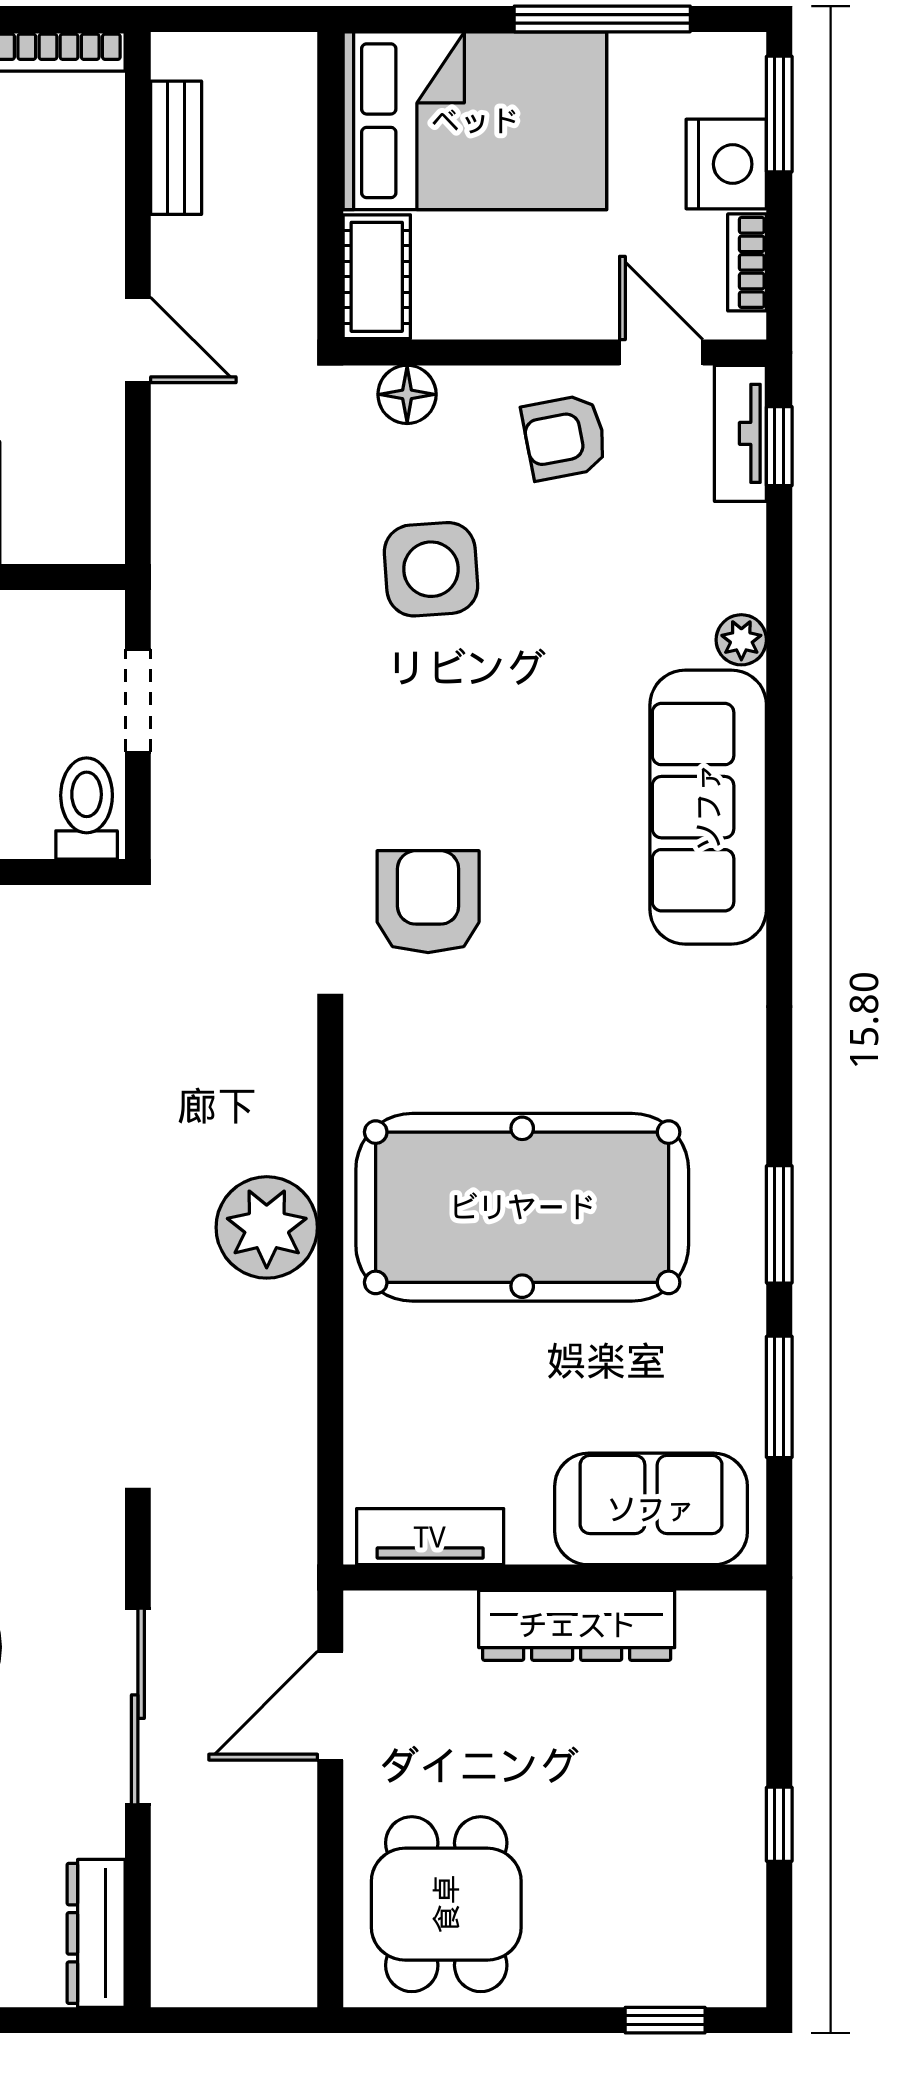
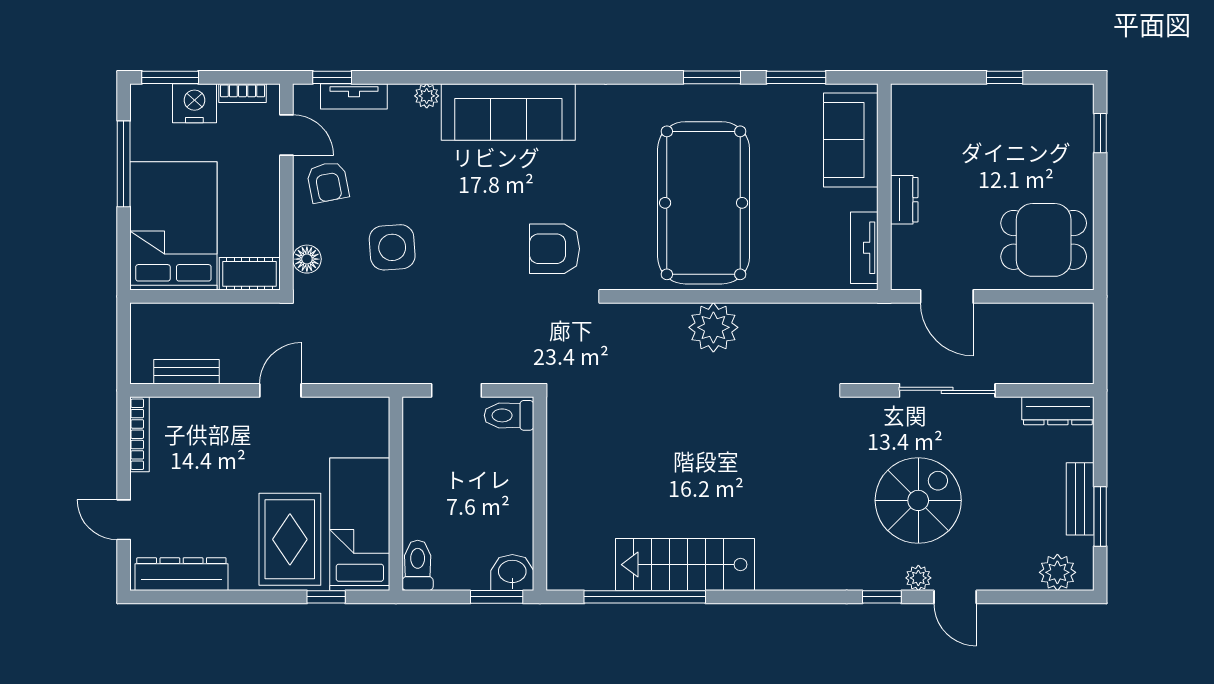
door: (661, 352) -> (286, 135), swing flipped
tv unit: (740, 433) -> (354, 96), moved
dresser: (577, 1625) -> (904, 200), width x0.51, depth x0.80

